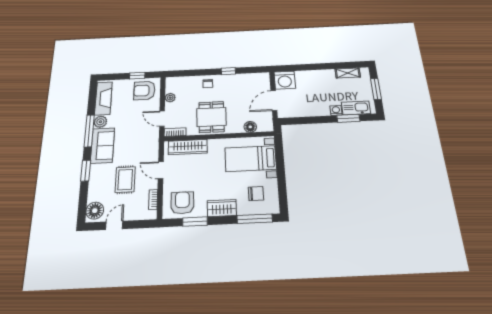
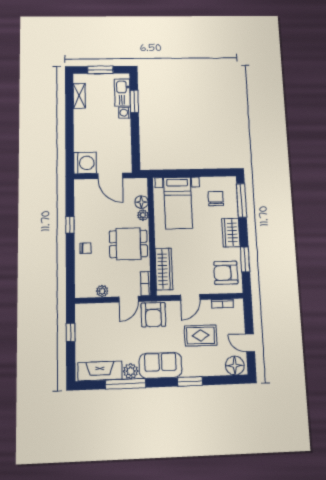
armchair: (144, 90) -> (153, 315), moved
plant: (238, 128) -> (143, 215), added
window: (89, 131) -> (125, 384), moved

